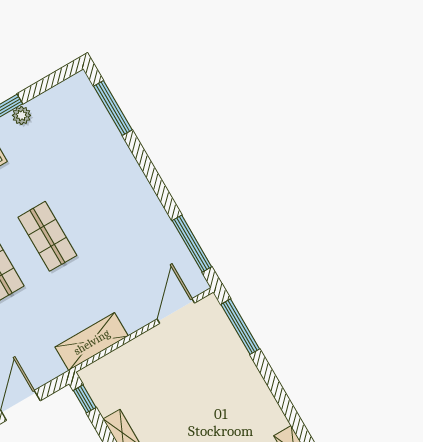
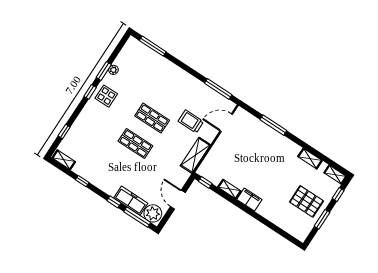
trolley: (114, 277) -> (191, 121), added
door: (176, 311) -> (226, 123), hinge flipped
window: (240, 327) -> (273, 125), moved

